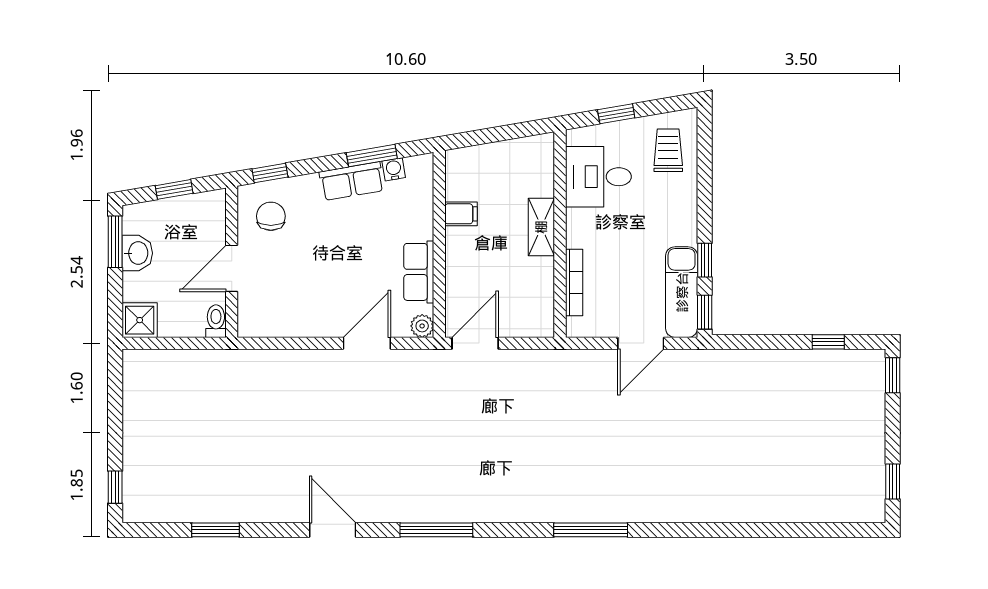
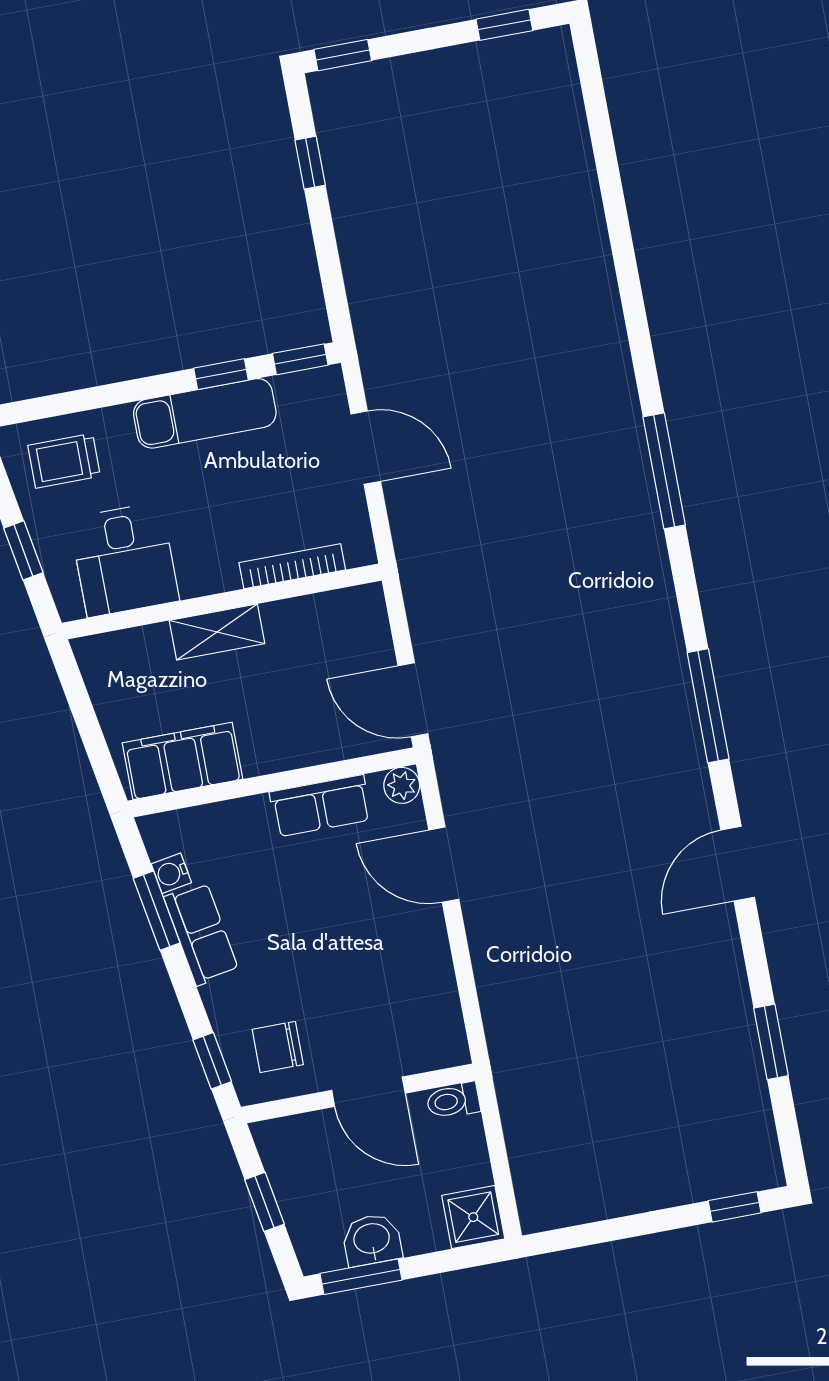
filing cabinet: (461, 214) -> (183, 761), width x3.00, depth x1.17
exam couch: (682, 292) -> (205, 413), moved

